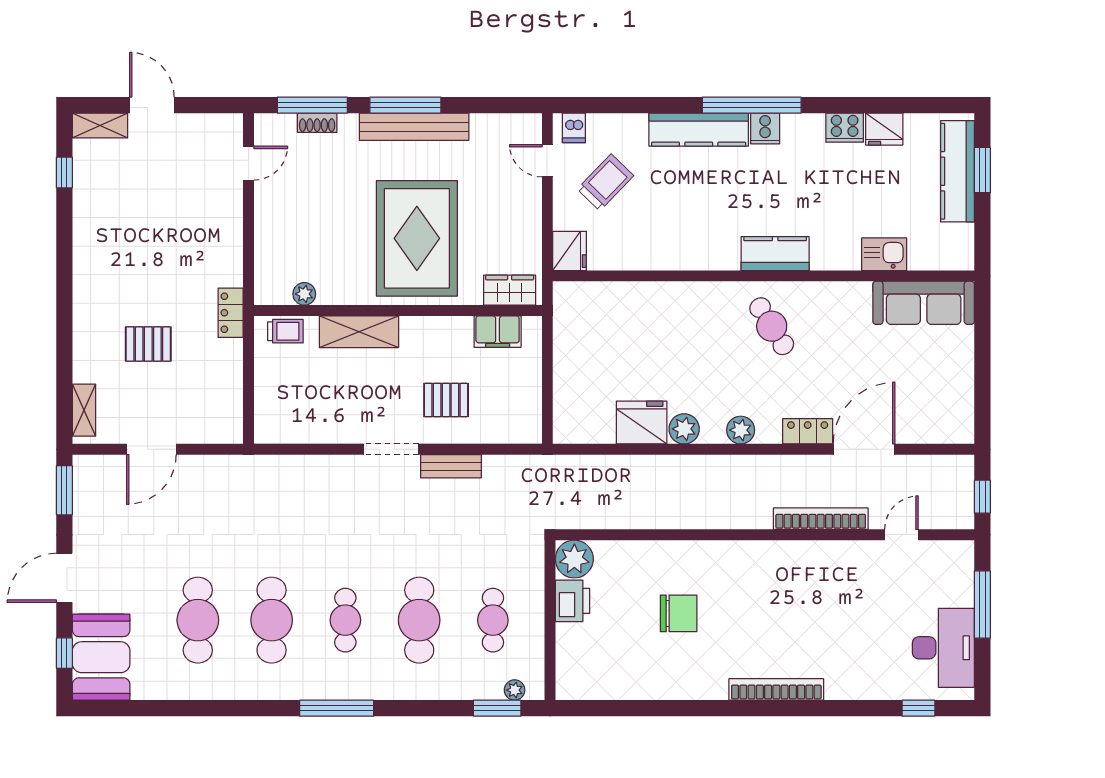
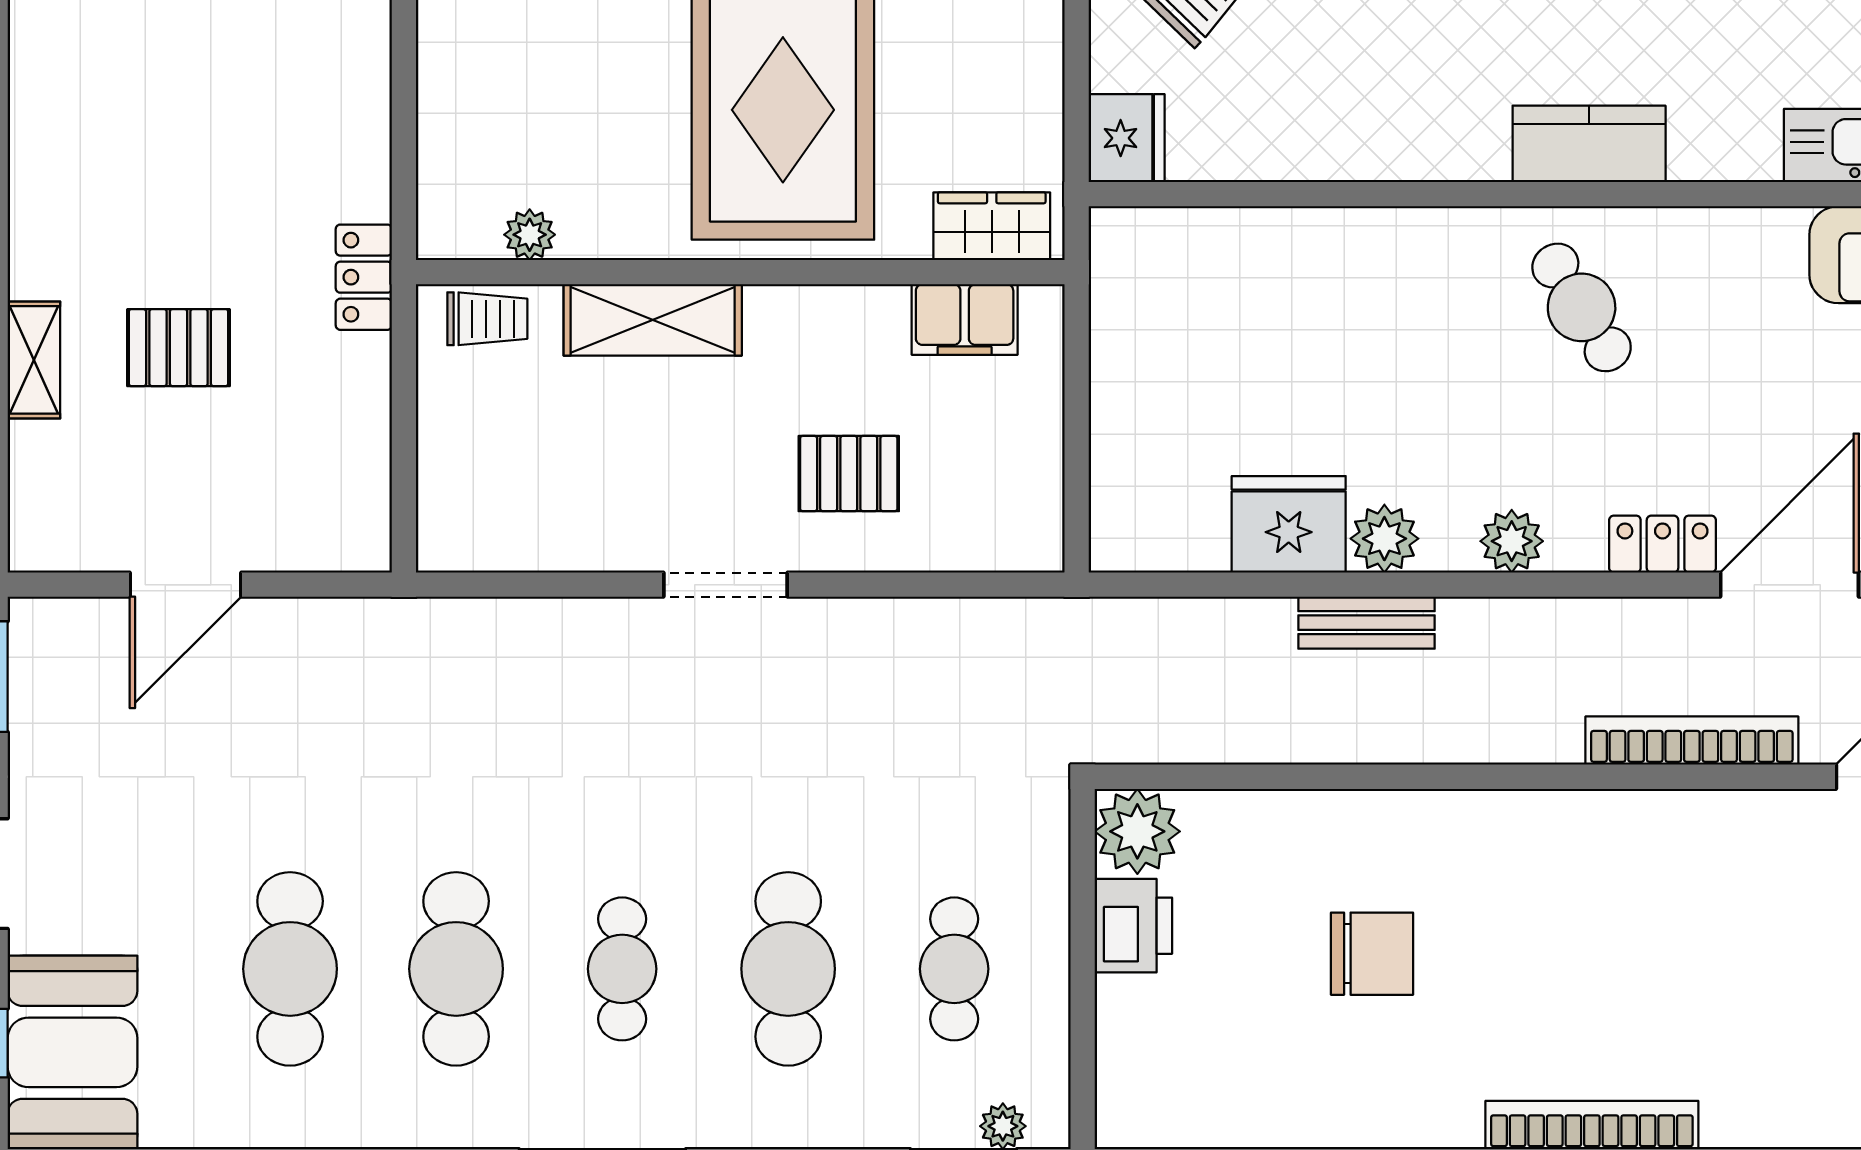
shelving: (84, 410) -> (34, 360), moved
bench: (451, 466) -> (1367, 623), moved

